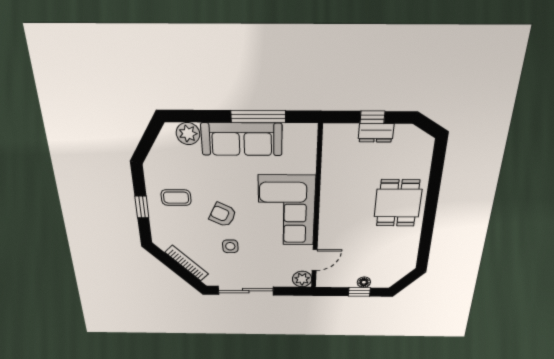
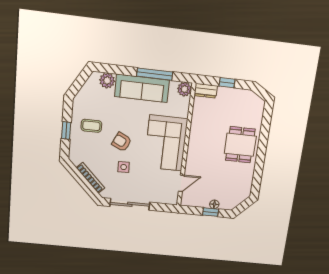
dresser: (376, 133) -> (206, 91), moved
plant: (302, 279) -> (184, 89), moved

